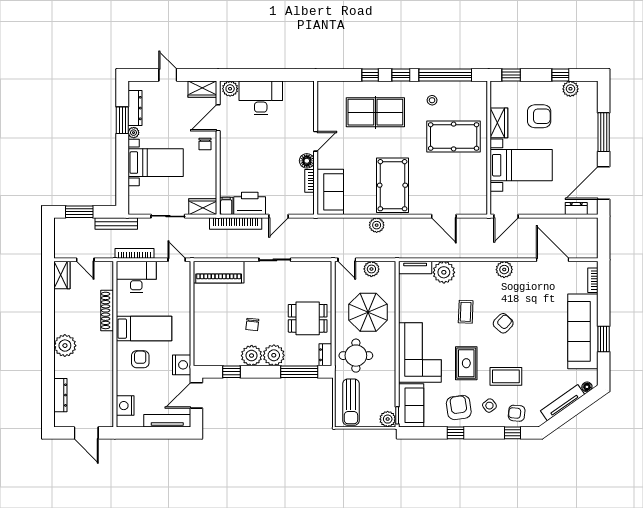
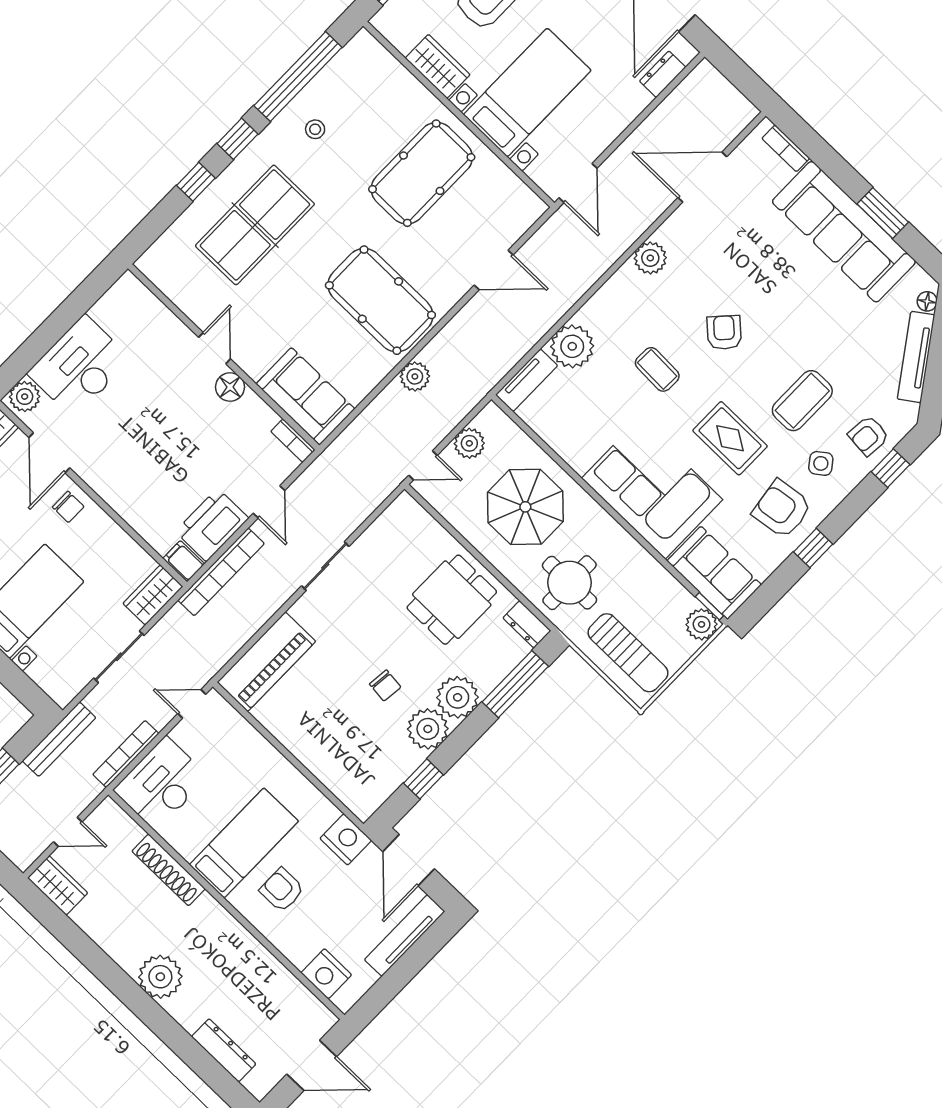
pool table: (454, 136) -> (422, 173), moved
bookcase: (310, 181) -> (293, 441), moved

